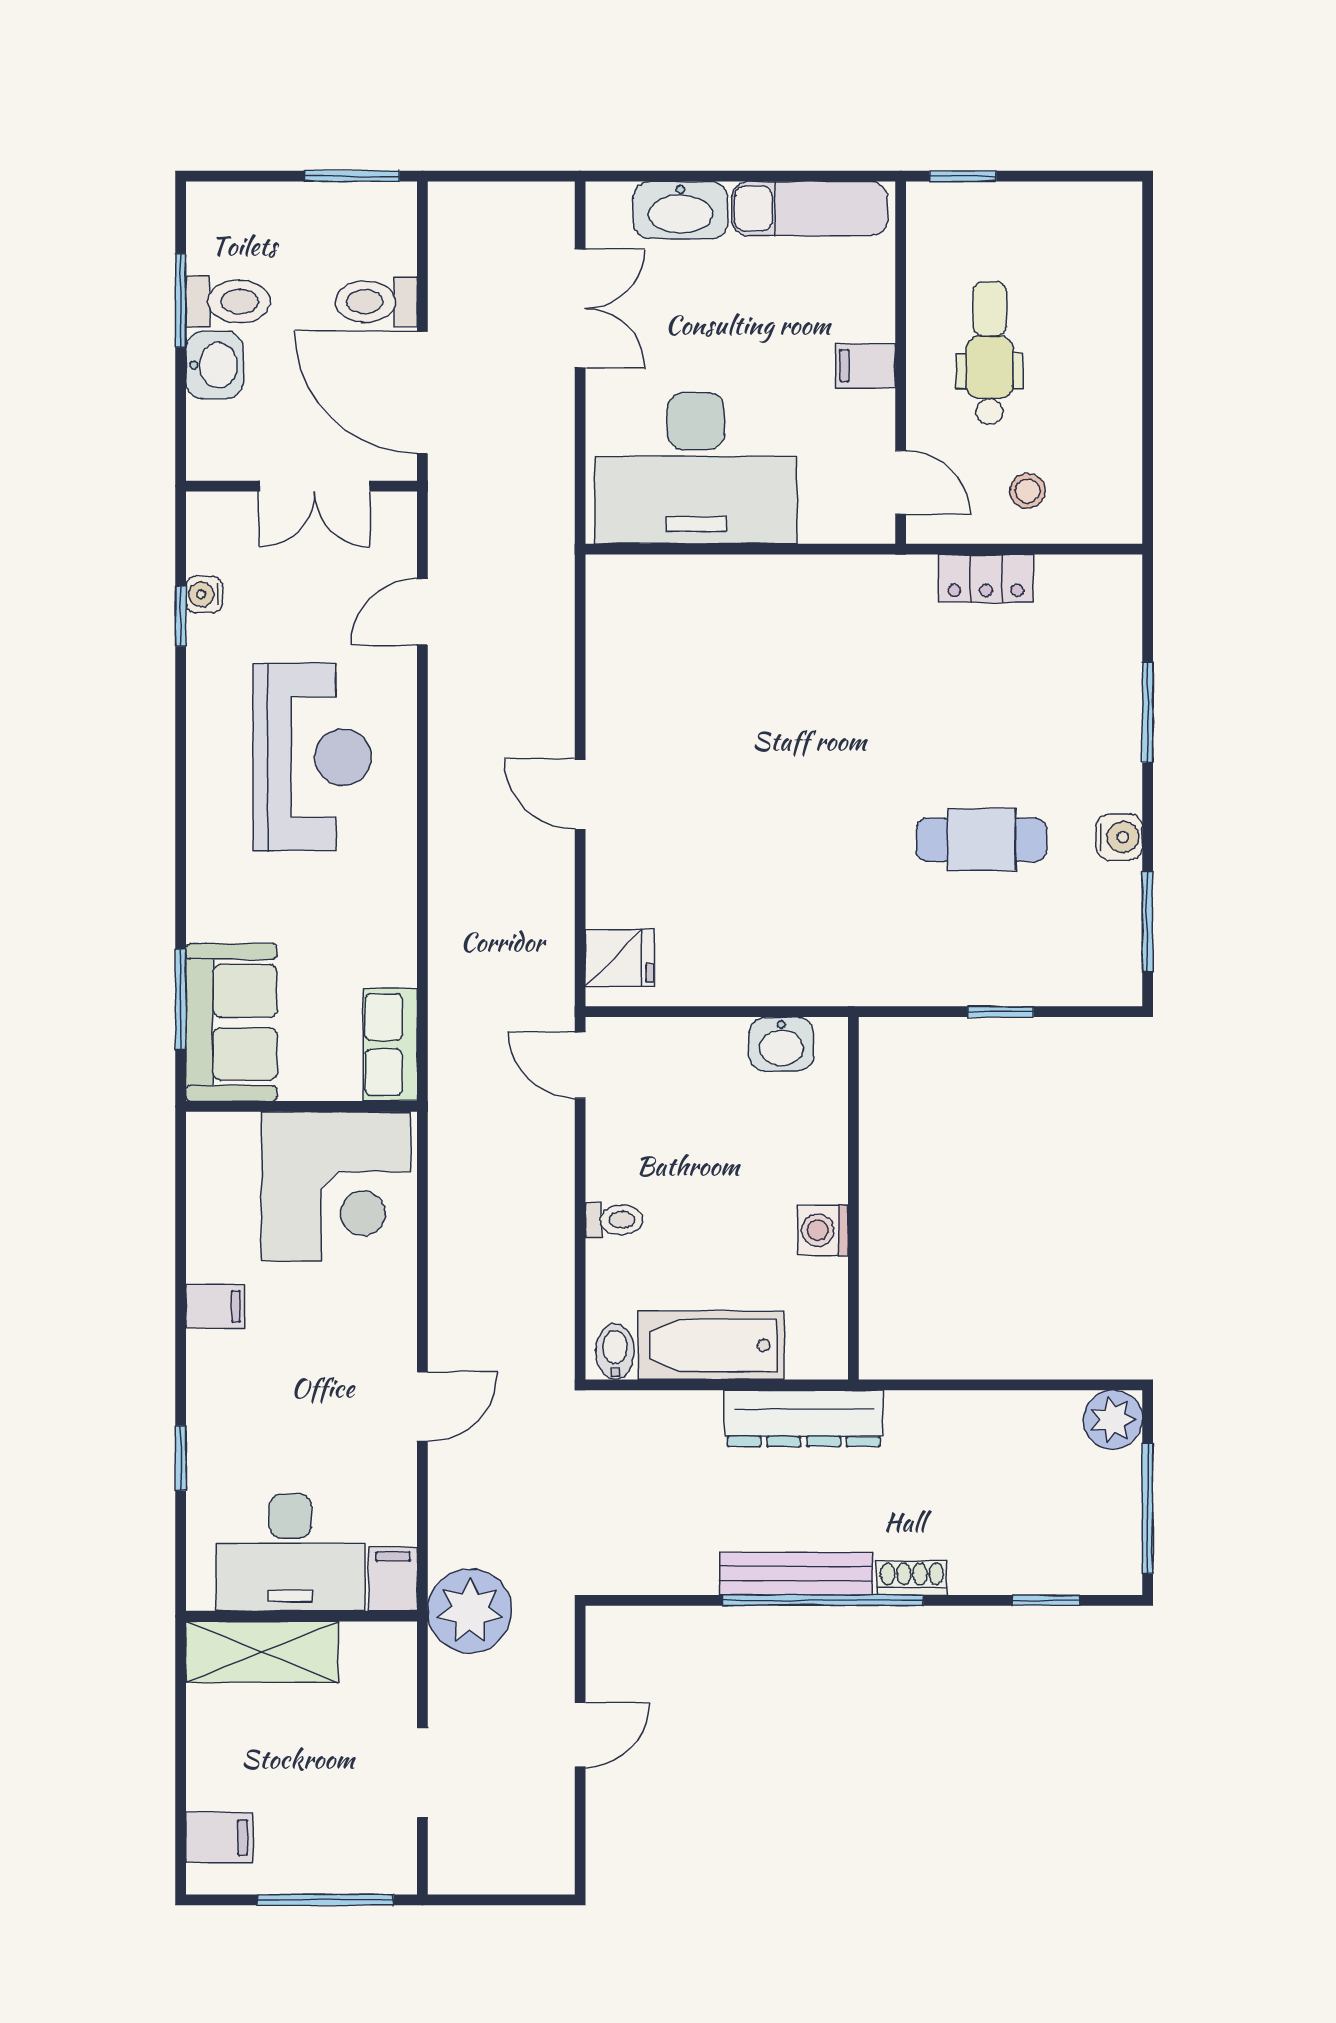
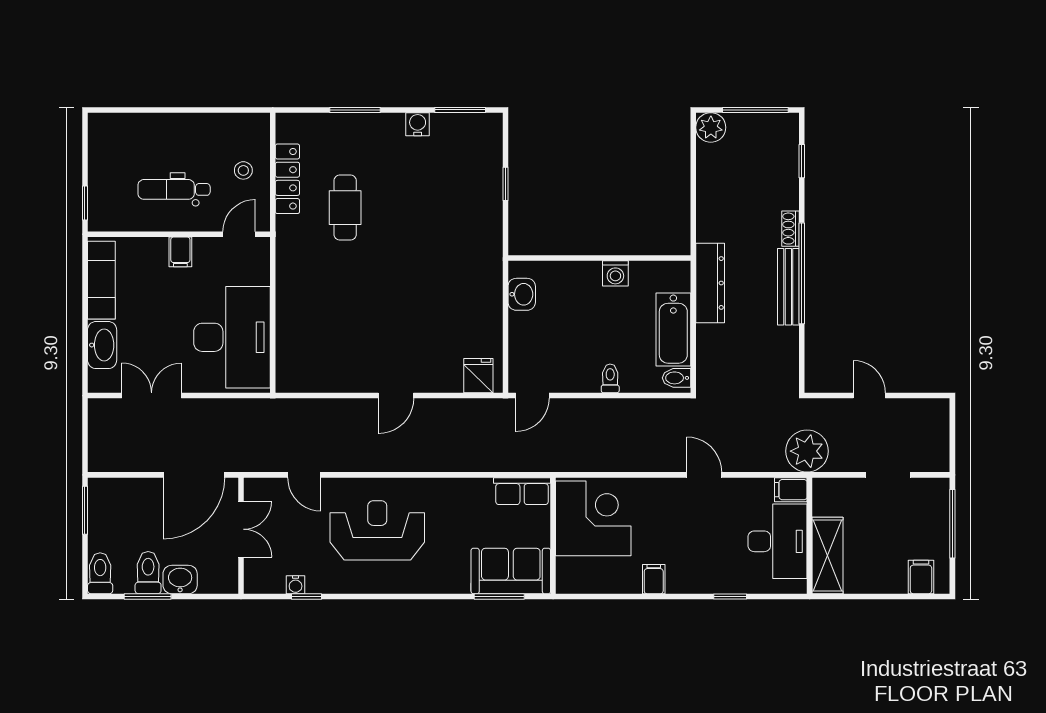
toilet: (376, 302) -> (100, 573), moved, turned 180
locker: (986, 578) -> (287, 179), width x1.53
cafe table: (982, 840) -> (345, 208), moved

